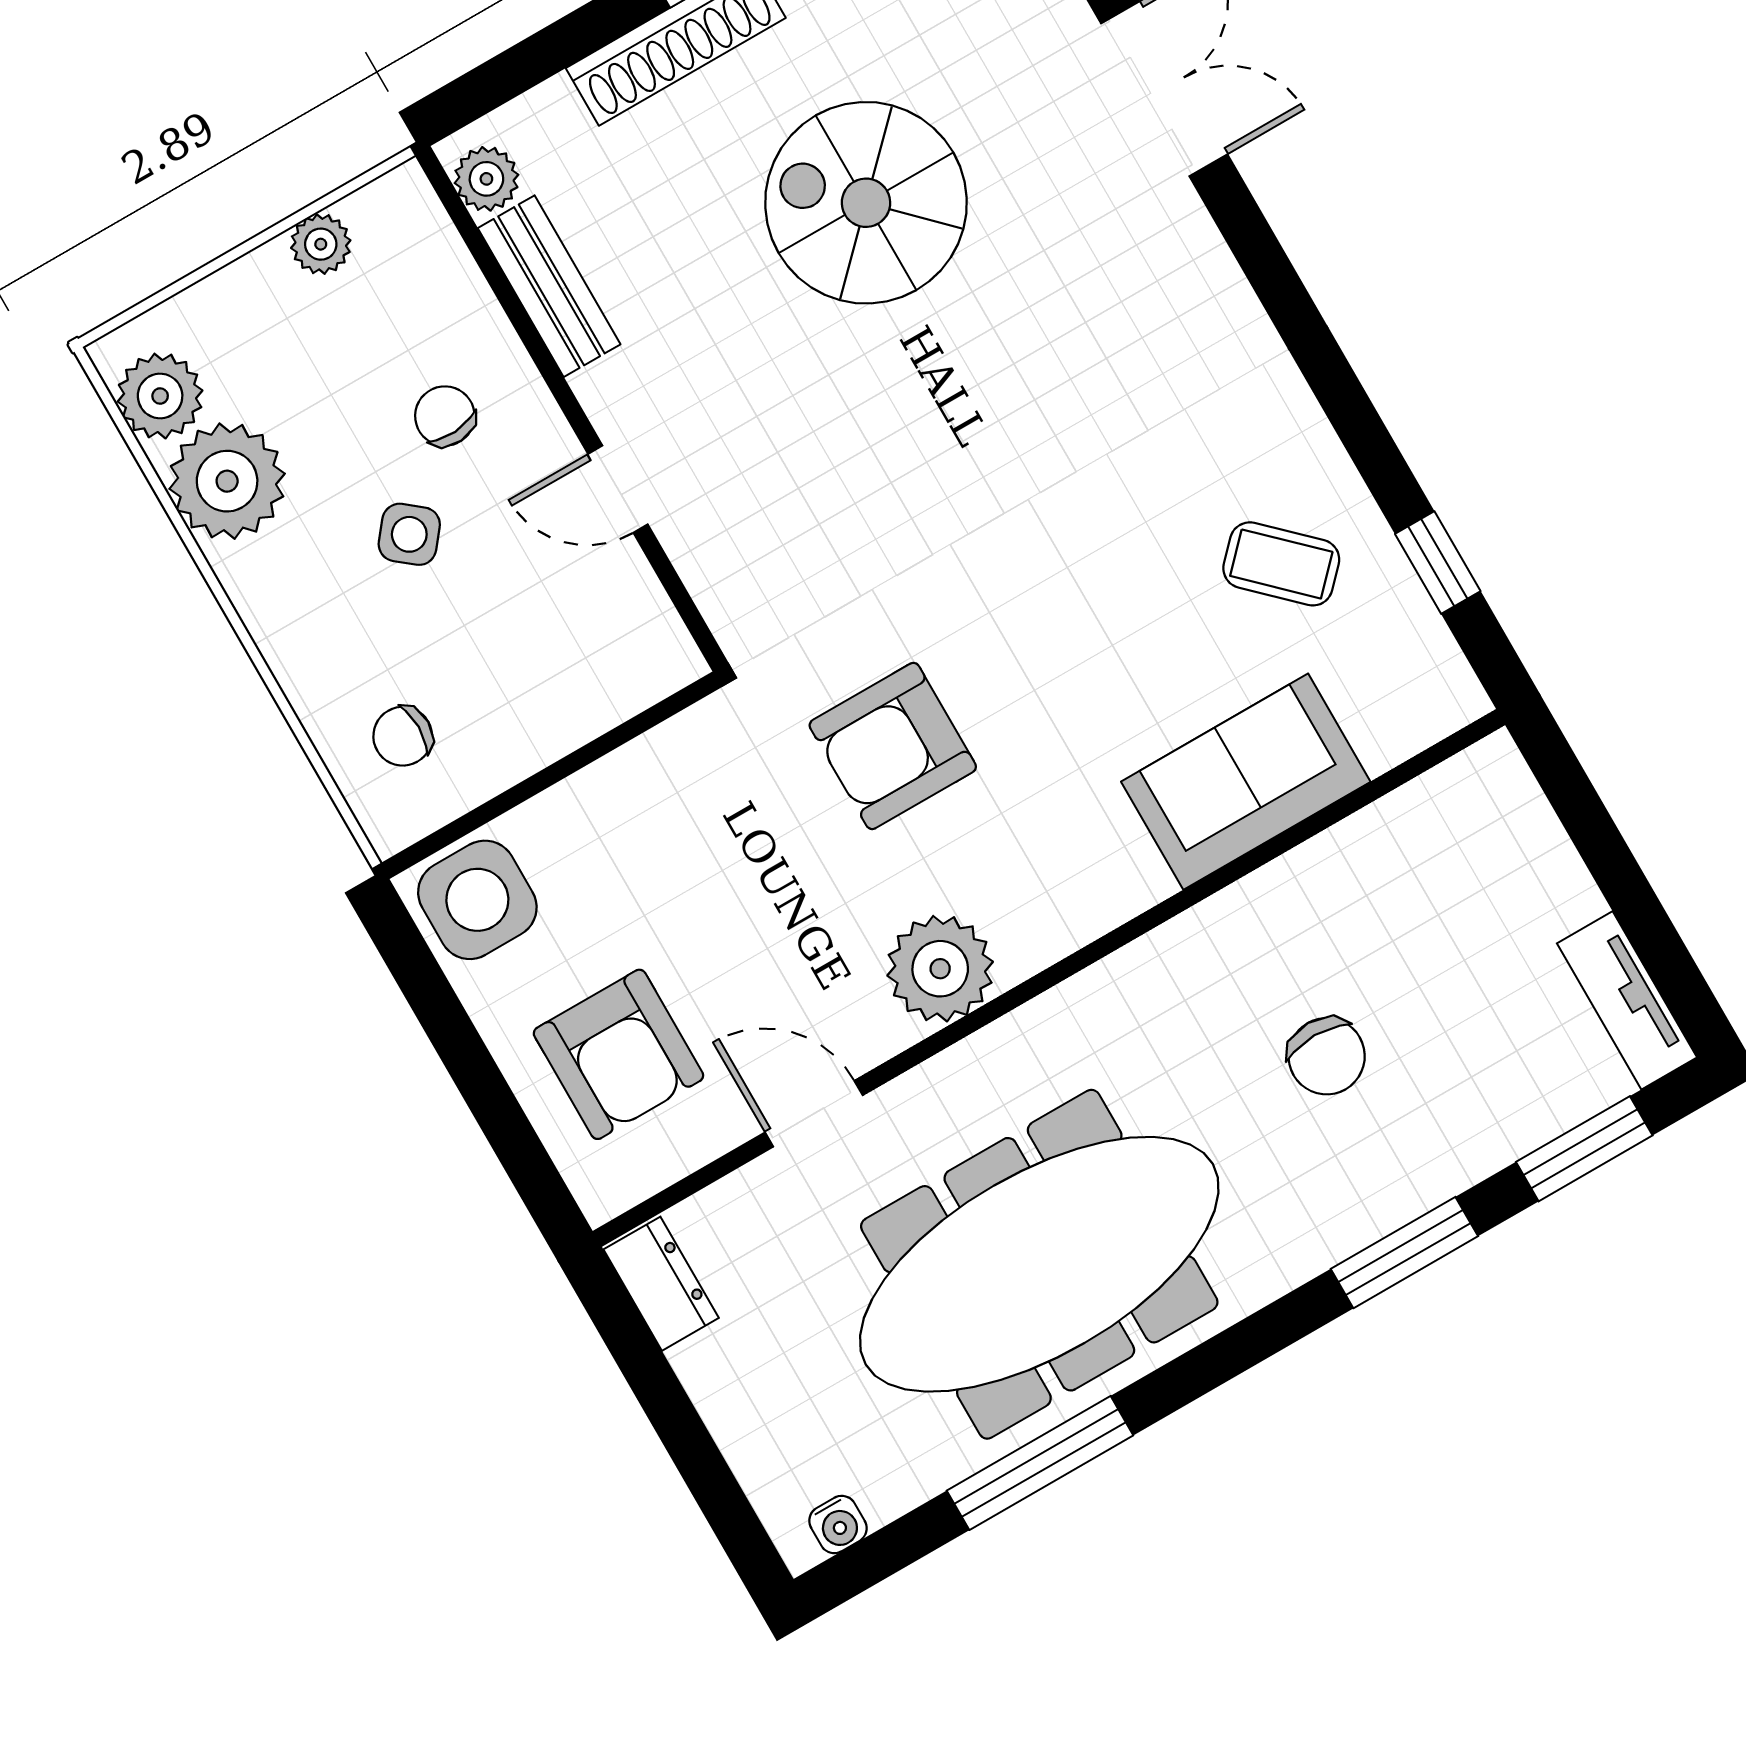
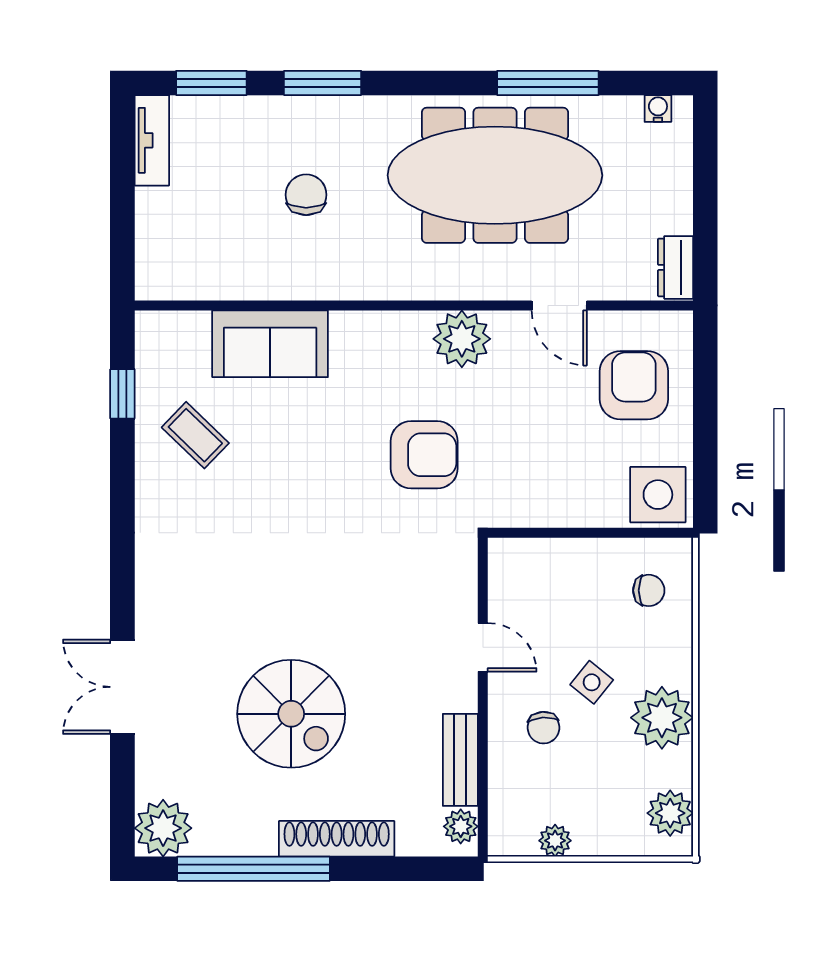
plant: (227, 481) -> (662, 718), moved

